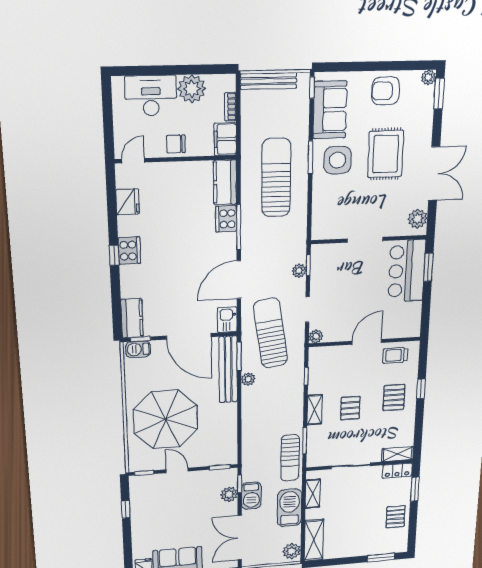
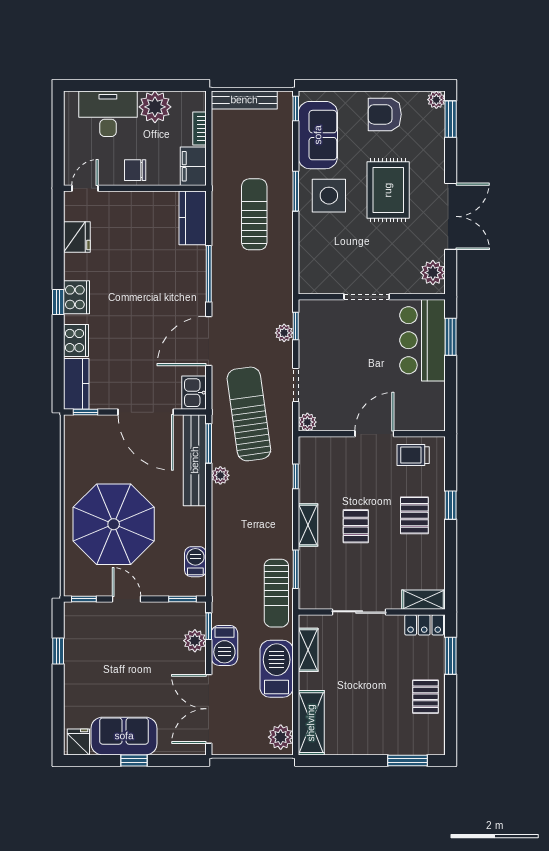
sun lounger: (276, 178) -> (254, 214), width x0.73, depth x0.75
cooker: (226, 219) -> (76, 341), moved, turned 180
barbecue: (138, 349) -> (195, 562), moved, turned 90

